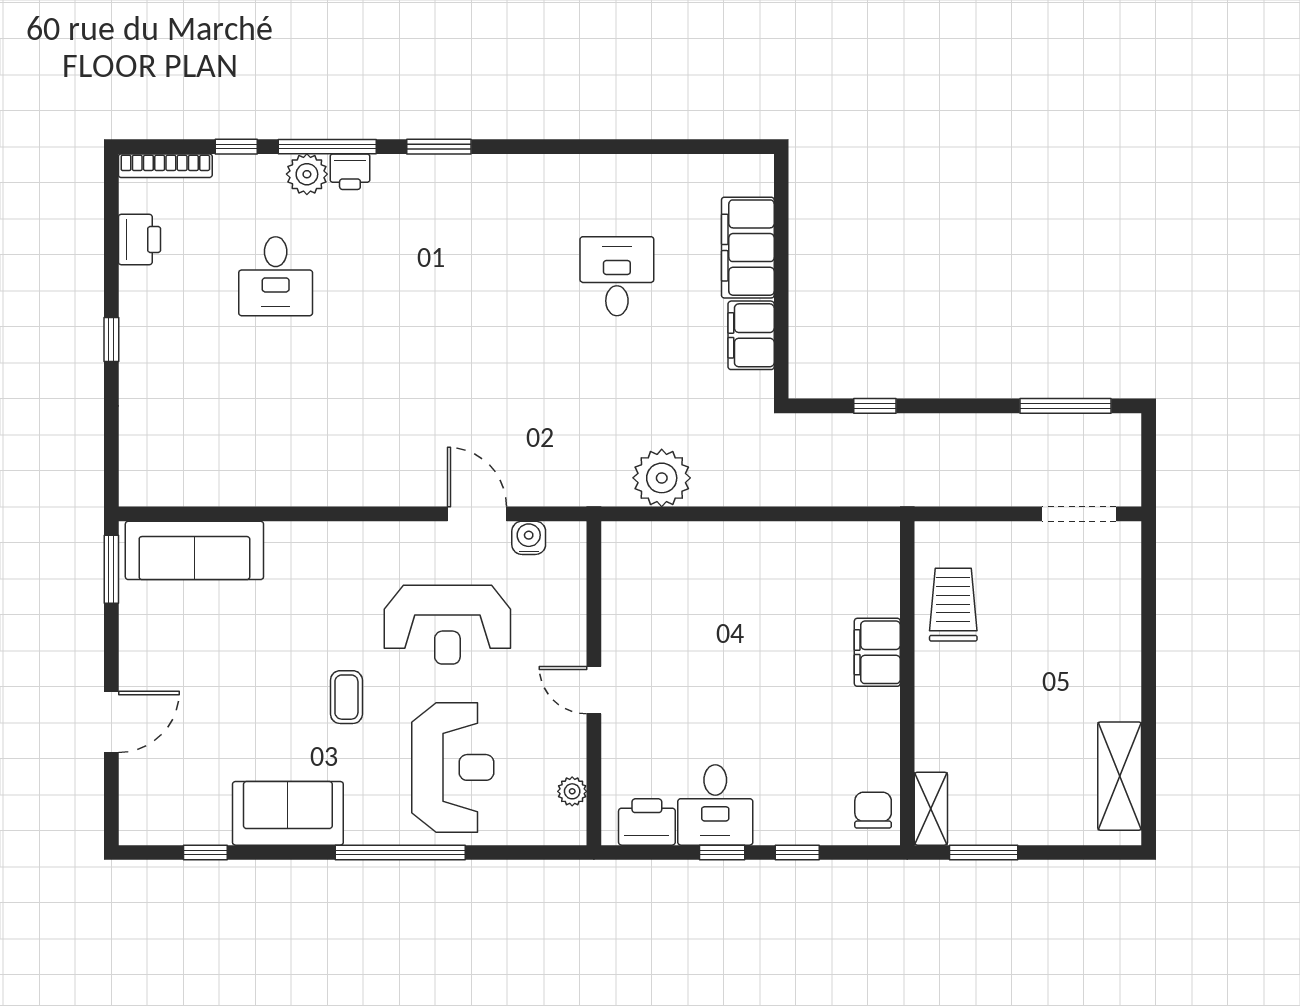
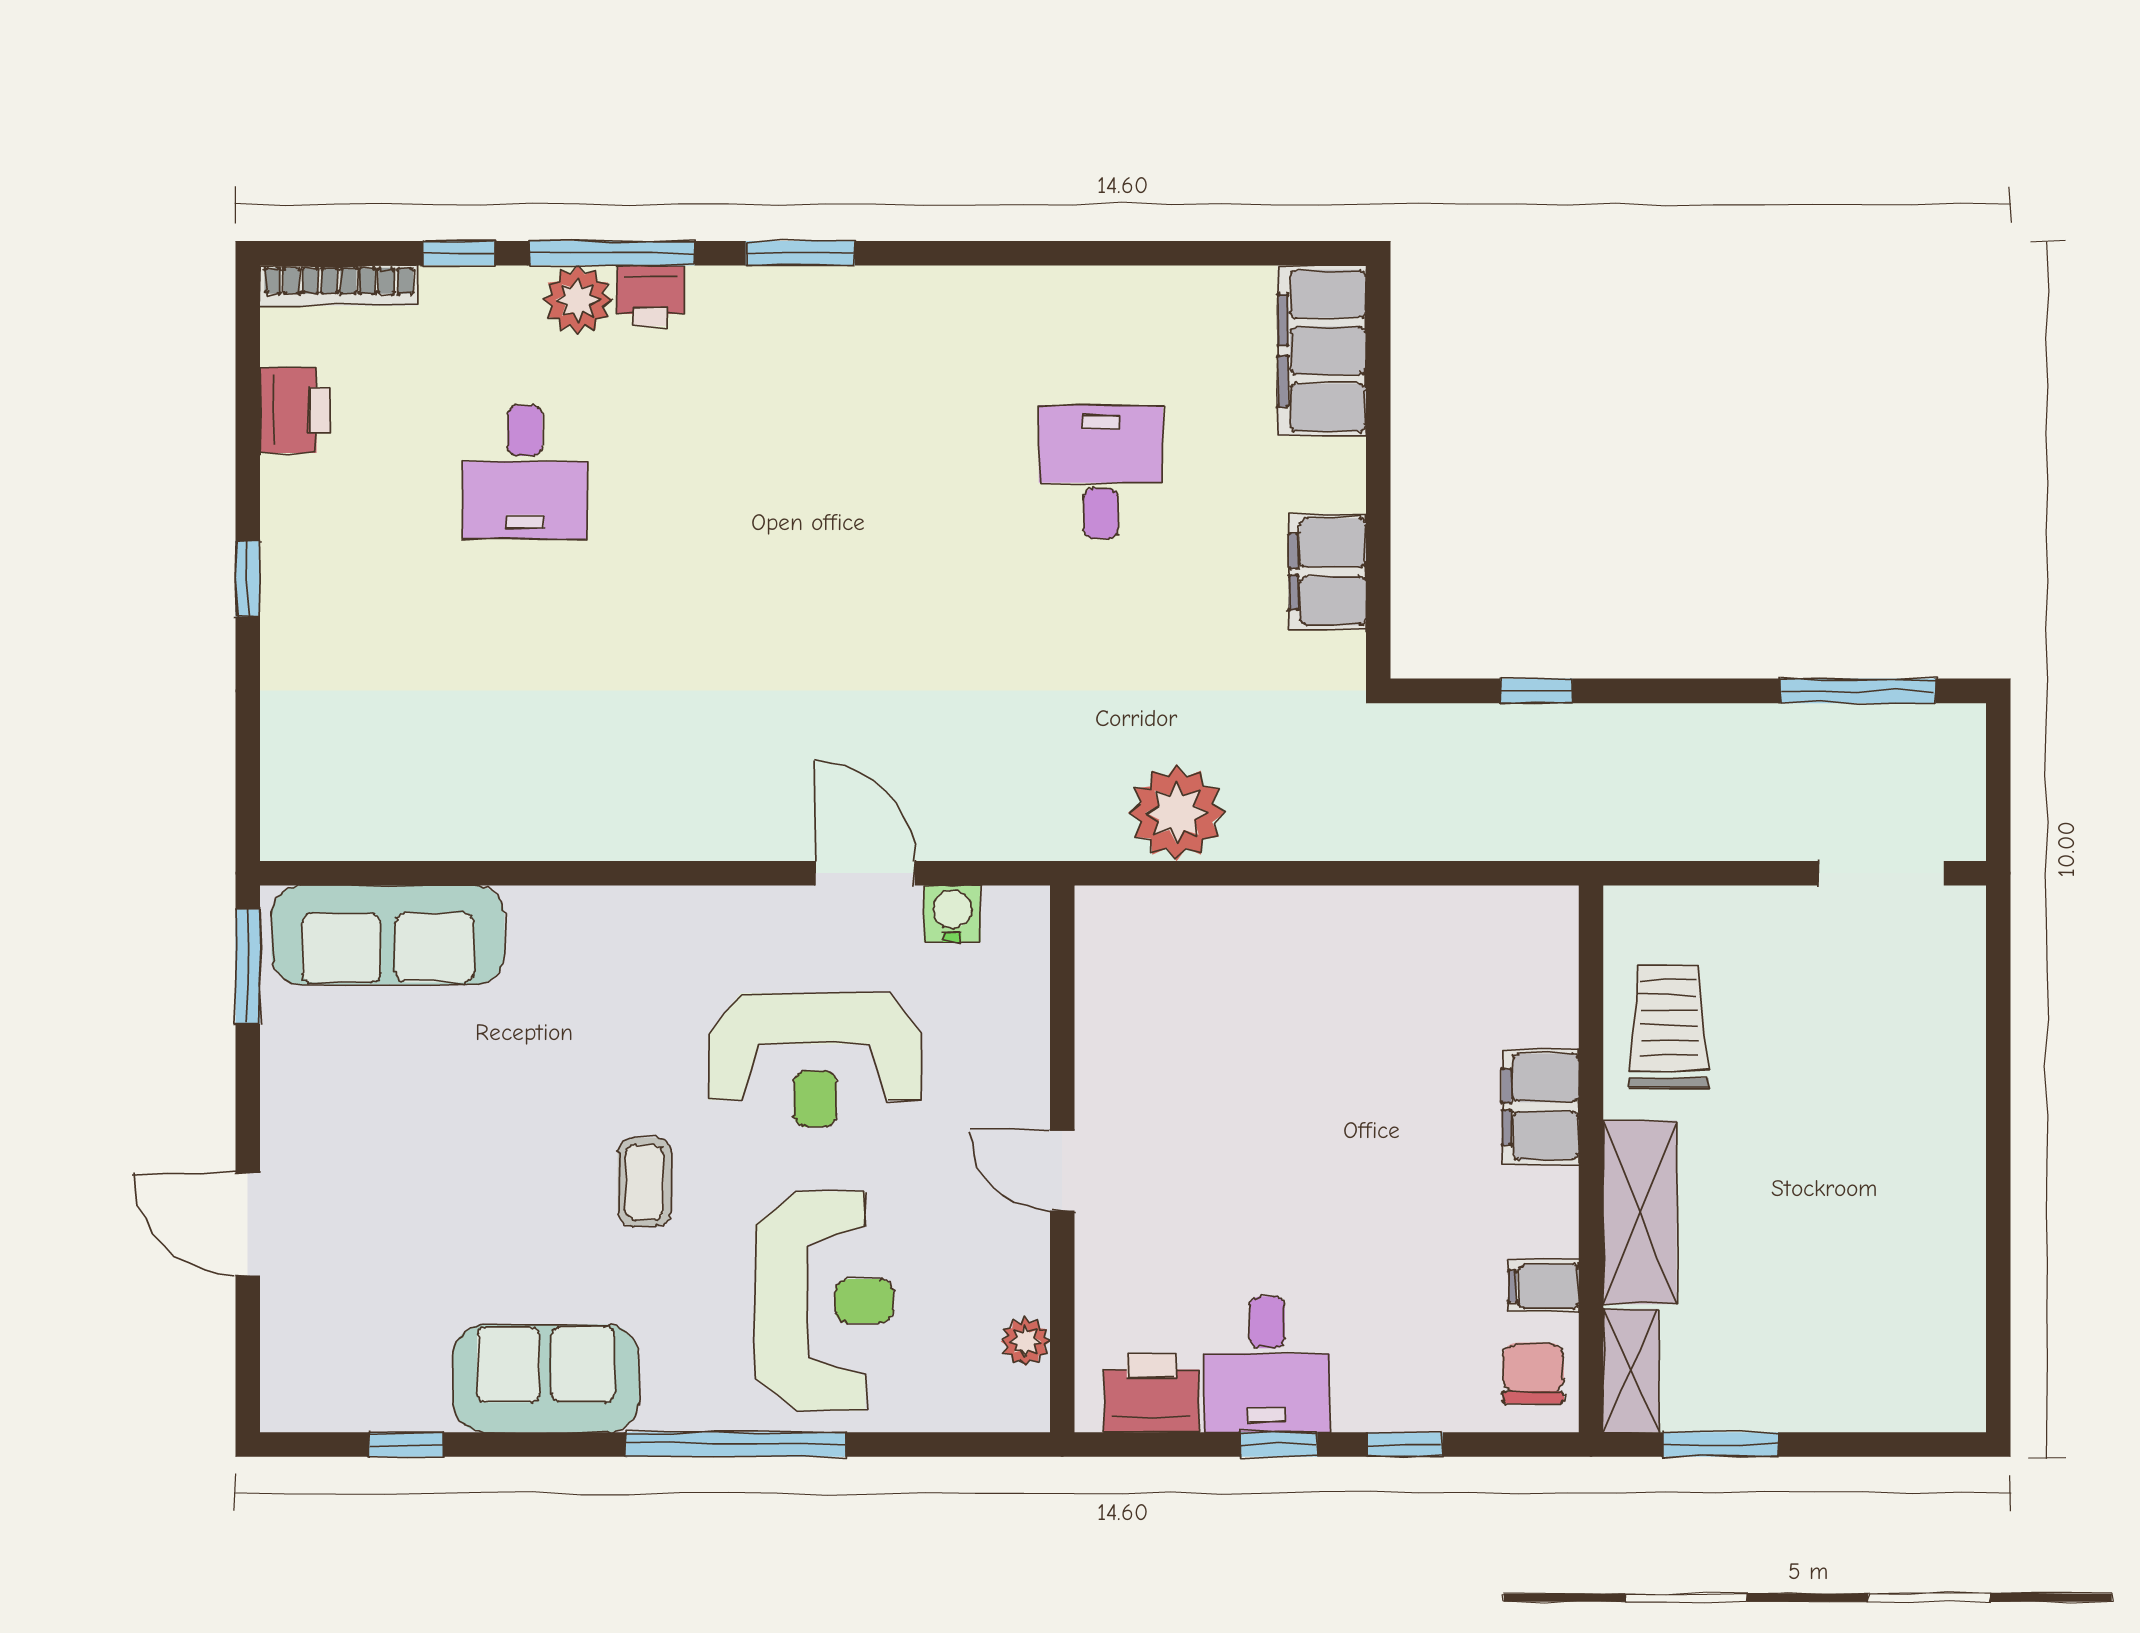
filing cabinet: (748, 248) -> (1322, 351), moved
door: (111, 722) -> (248, 1224), swing flipped
filing cabinet: (879, 759) -> (1544, 1286), added
shelving: (1120, 776) -> (1640, 1212), moved

